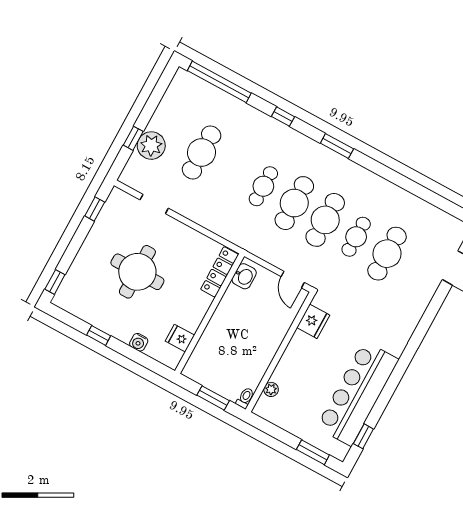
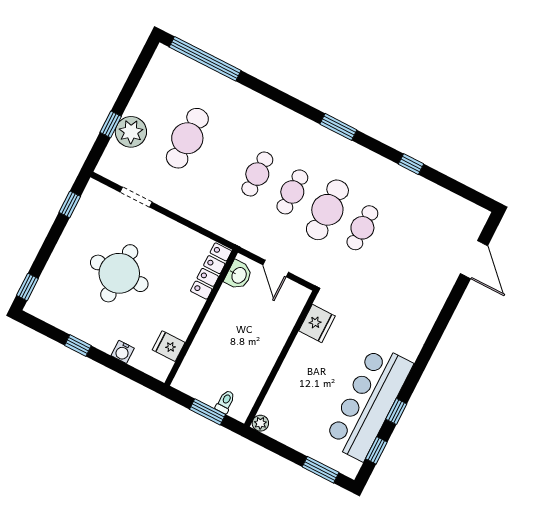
window: (283, 117) -> (411, 164), moved
cafe table: (294, 203) -> (292, 192), width x0.73, depth x0.74
cafe table: (387, 254) -> (397, 246), removed
door: (293, 280) -> (276, 269), moved
plant: (271, 389) -> (260, 423), moved
toilet: (245, 398) -> (225, 402), moved
window: (382, 402) -> (396, 411), added

